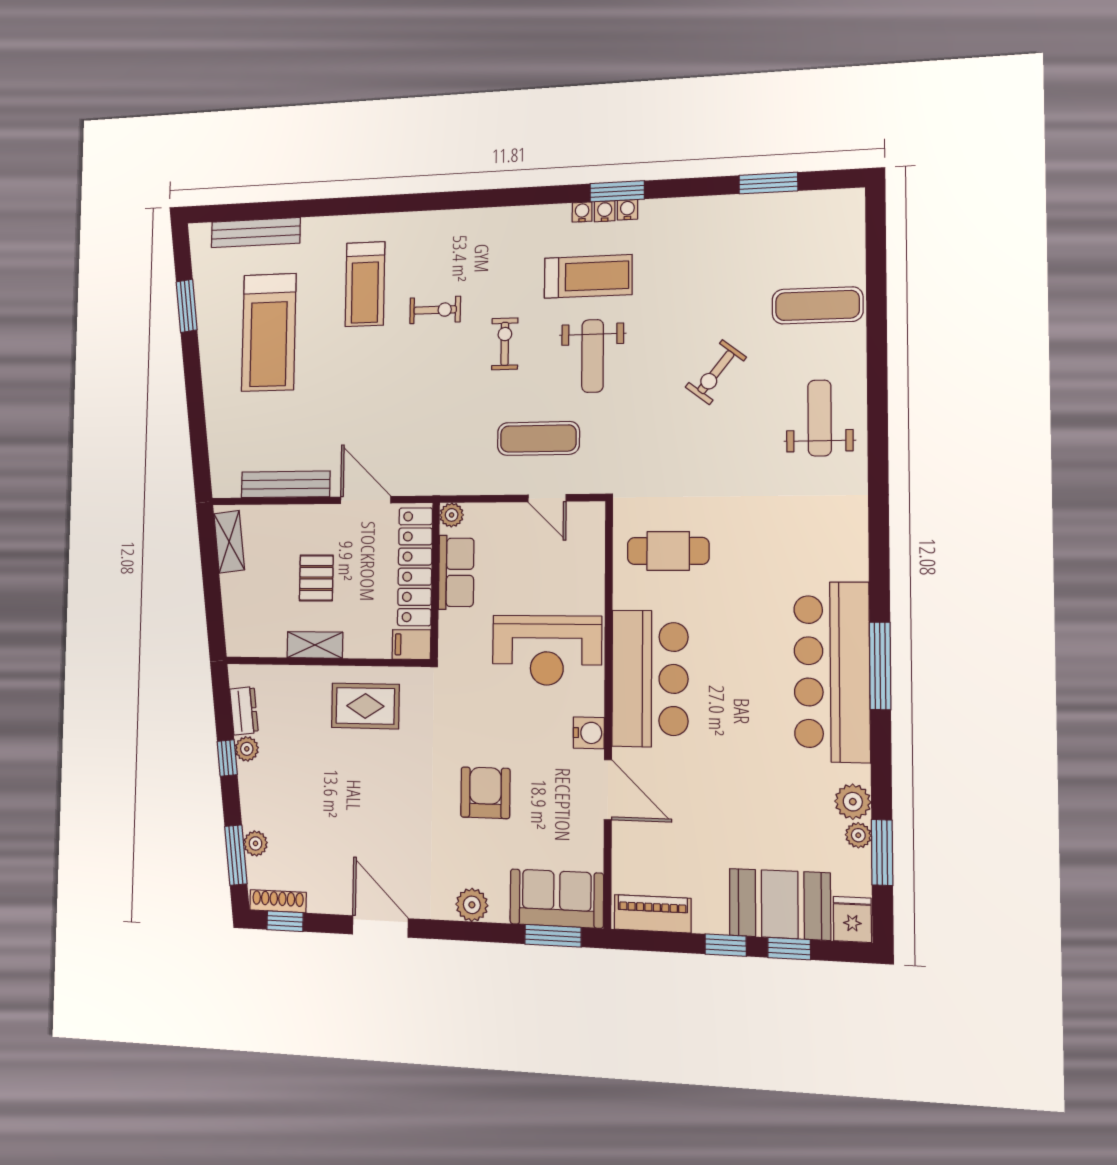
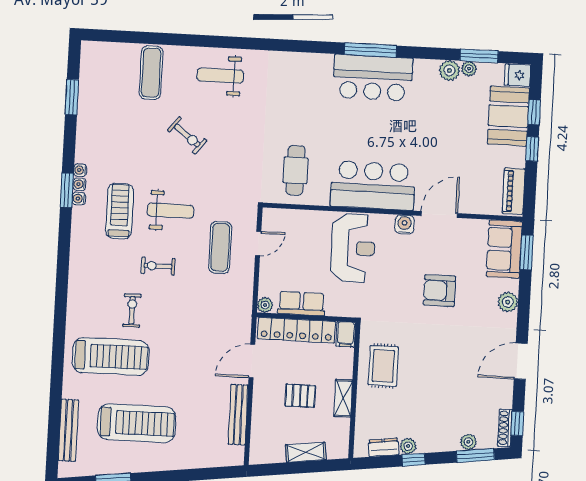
water cooler: (582, 212) -> (80, 170), moved
treadmill: (365, 284) -> (111, 356), width x1.37, depth x1.38
shelving: (229, 542) -> (306, 452), moved
bar counter: (832, 672) -> (373, 78), width x0.73

